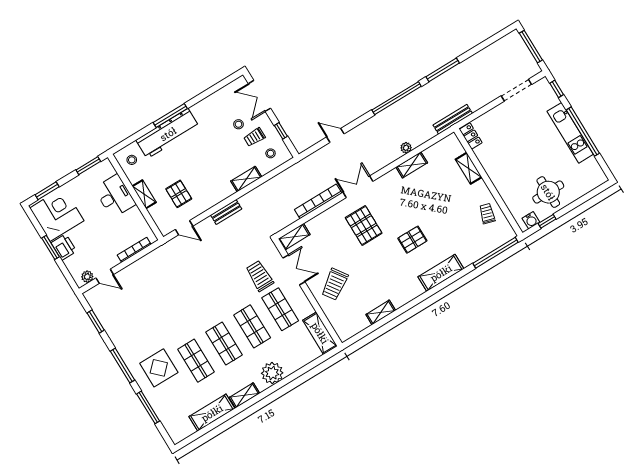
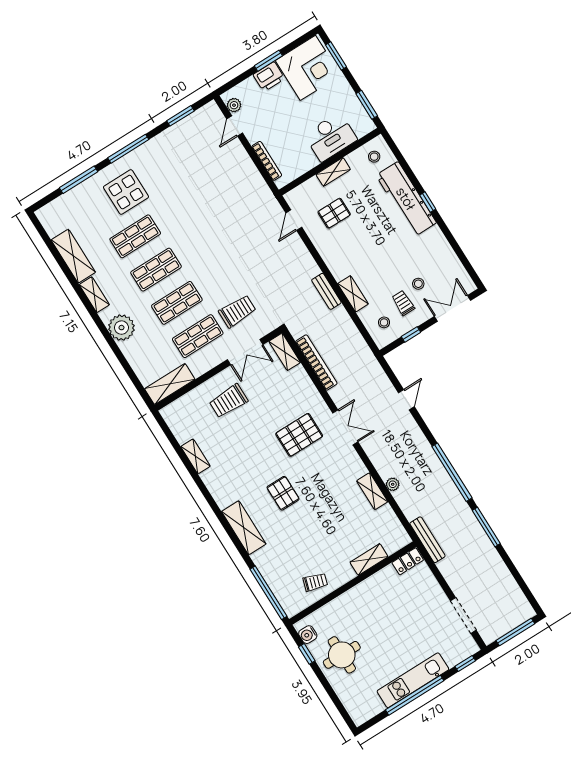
window: (170, 116) -> (428, 202), width x0.46
bookcase: (318, 201) -> (316, 363), moved
bench: (226, 212) -> (326, 291), moved
trolley: (335, 284) -> (228, 401), turned -55

